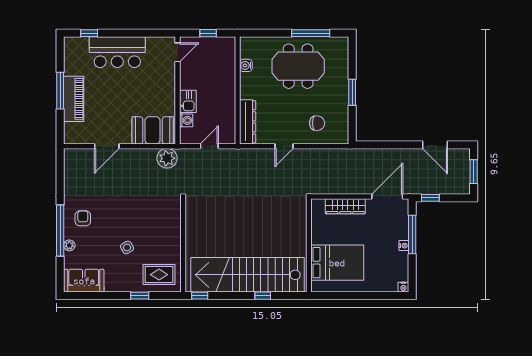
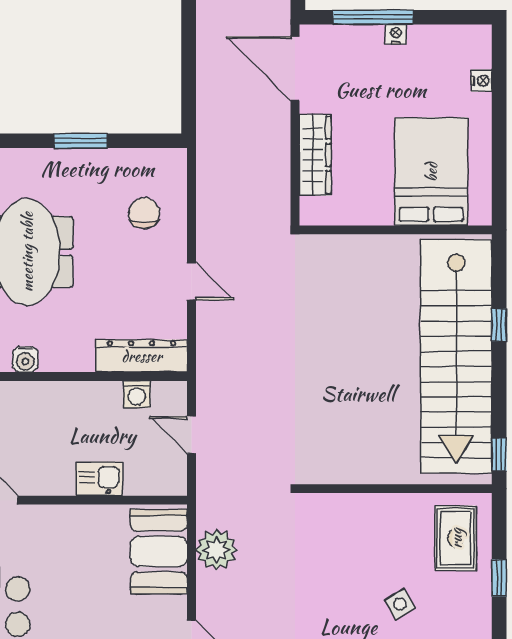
washing machine: (186, 120) -> (137, 394), moved, turned 180
plant: (167, 158) -> (216, 550), moved
nightstand: (403, 287) -> (482, 81), moved

